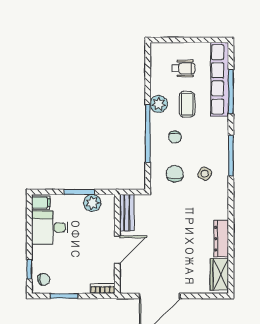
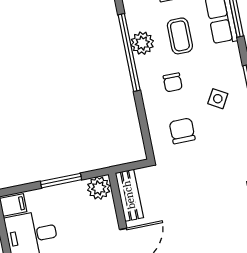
window: (148, 133) -> (129, 53), moved
side table: (205, 174) -> (218, 99), moved
plant: (92, 203) -> (99, 188), moved

